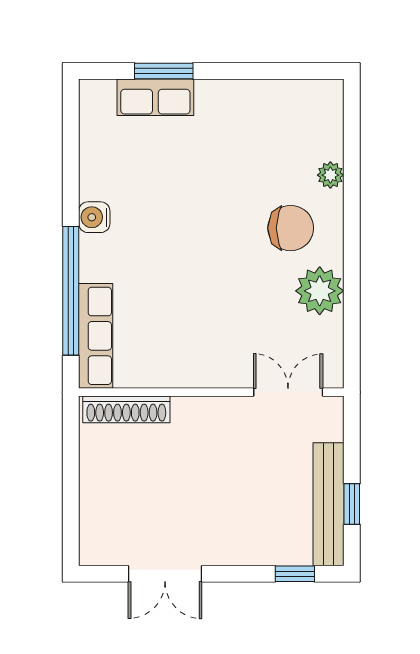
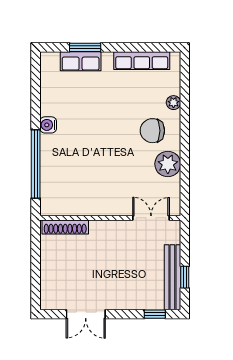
chair: (291, 228) -> (152, 131), turned 180
row of seats: (96, 336) -> (142, 61), moved, turned 90

